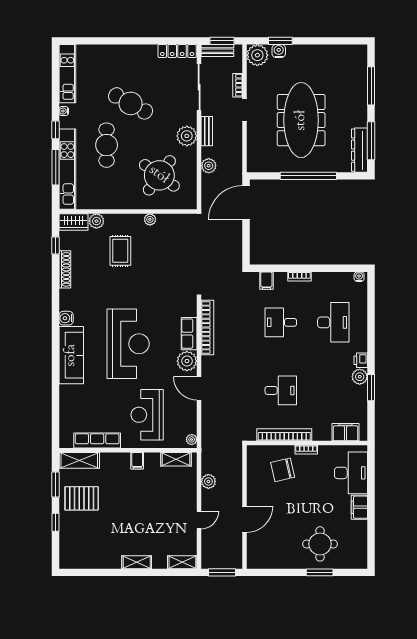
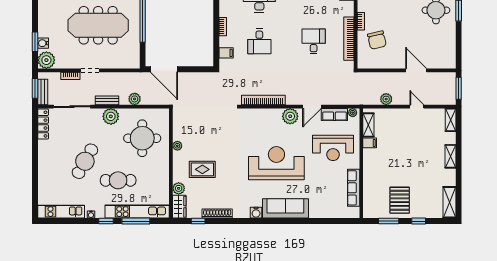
round table: (159, 175) -> (142, 138), turned -36
row of seats: (189, 334) -> (334, 115), moved
shelving: (79, 460) -> (449, 202), moved
filing cabinet: (137, 461) -> (370, 143), moved

